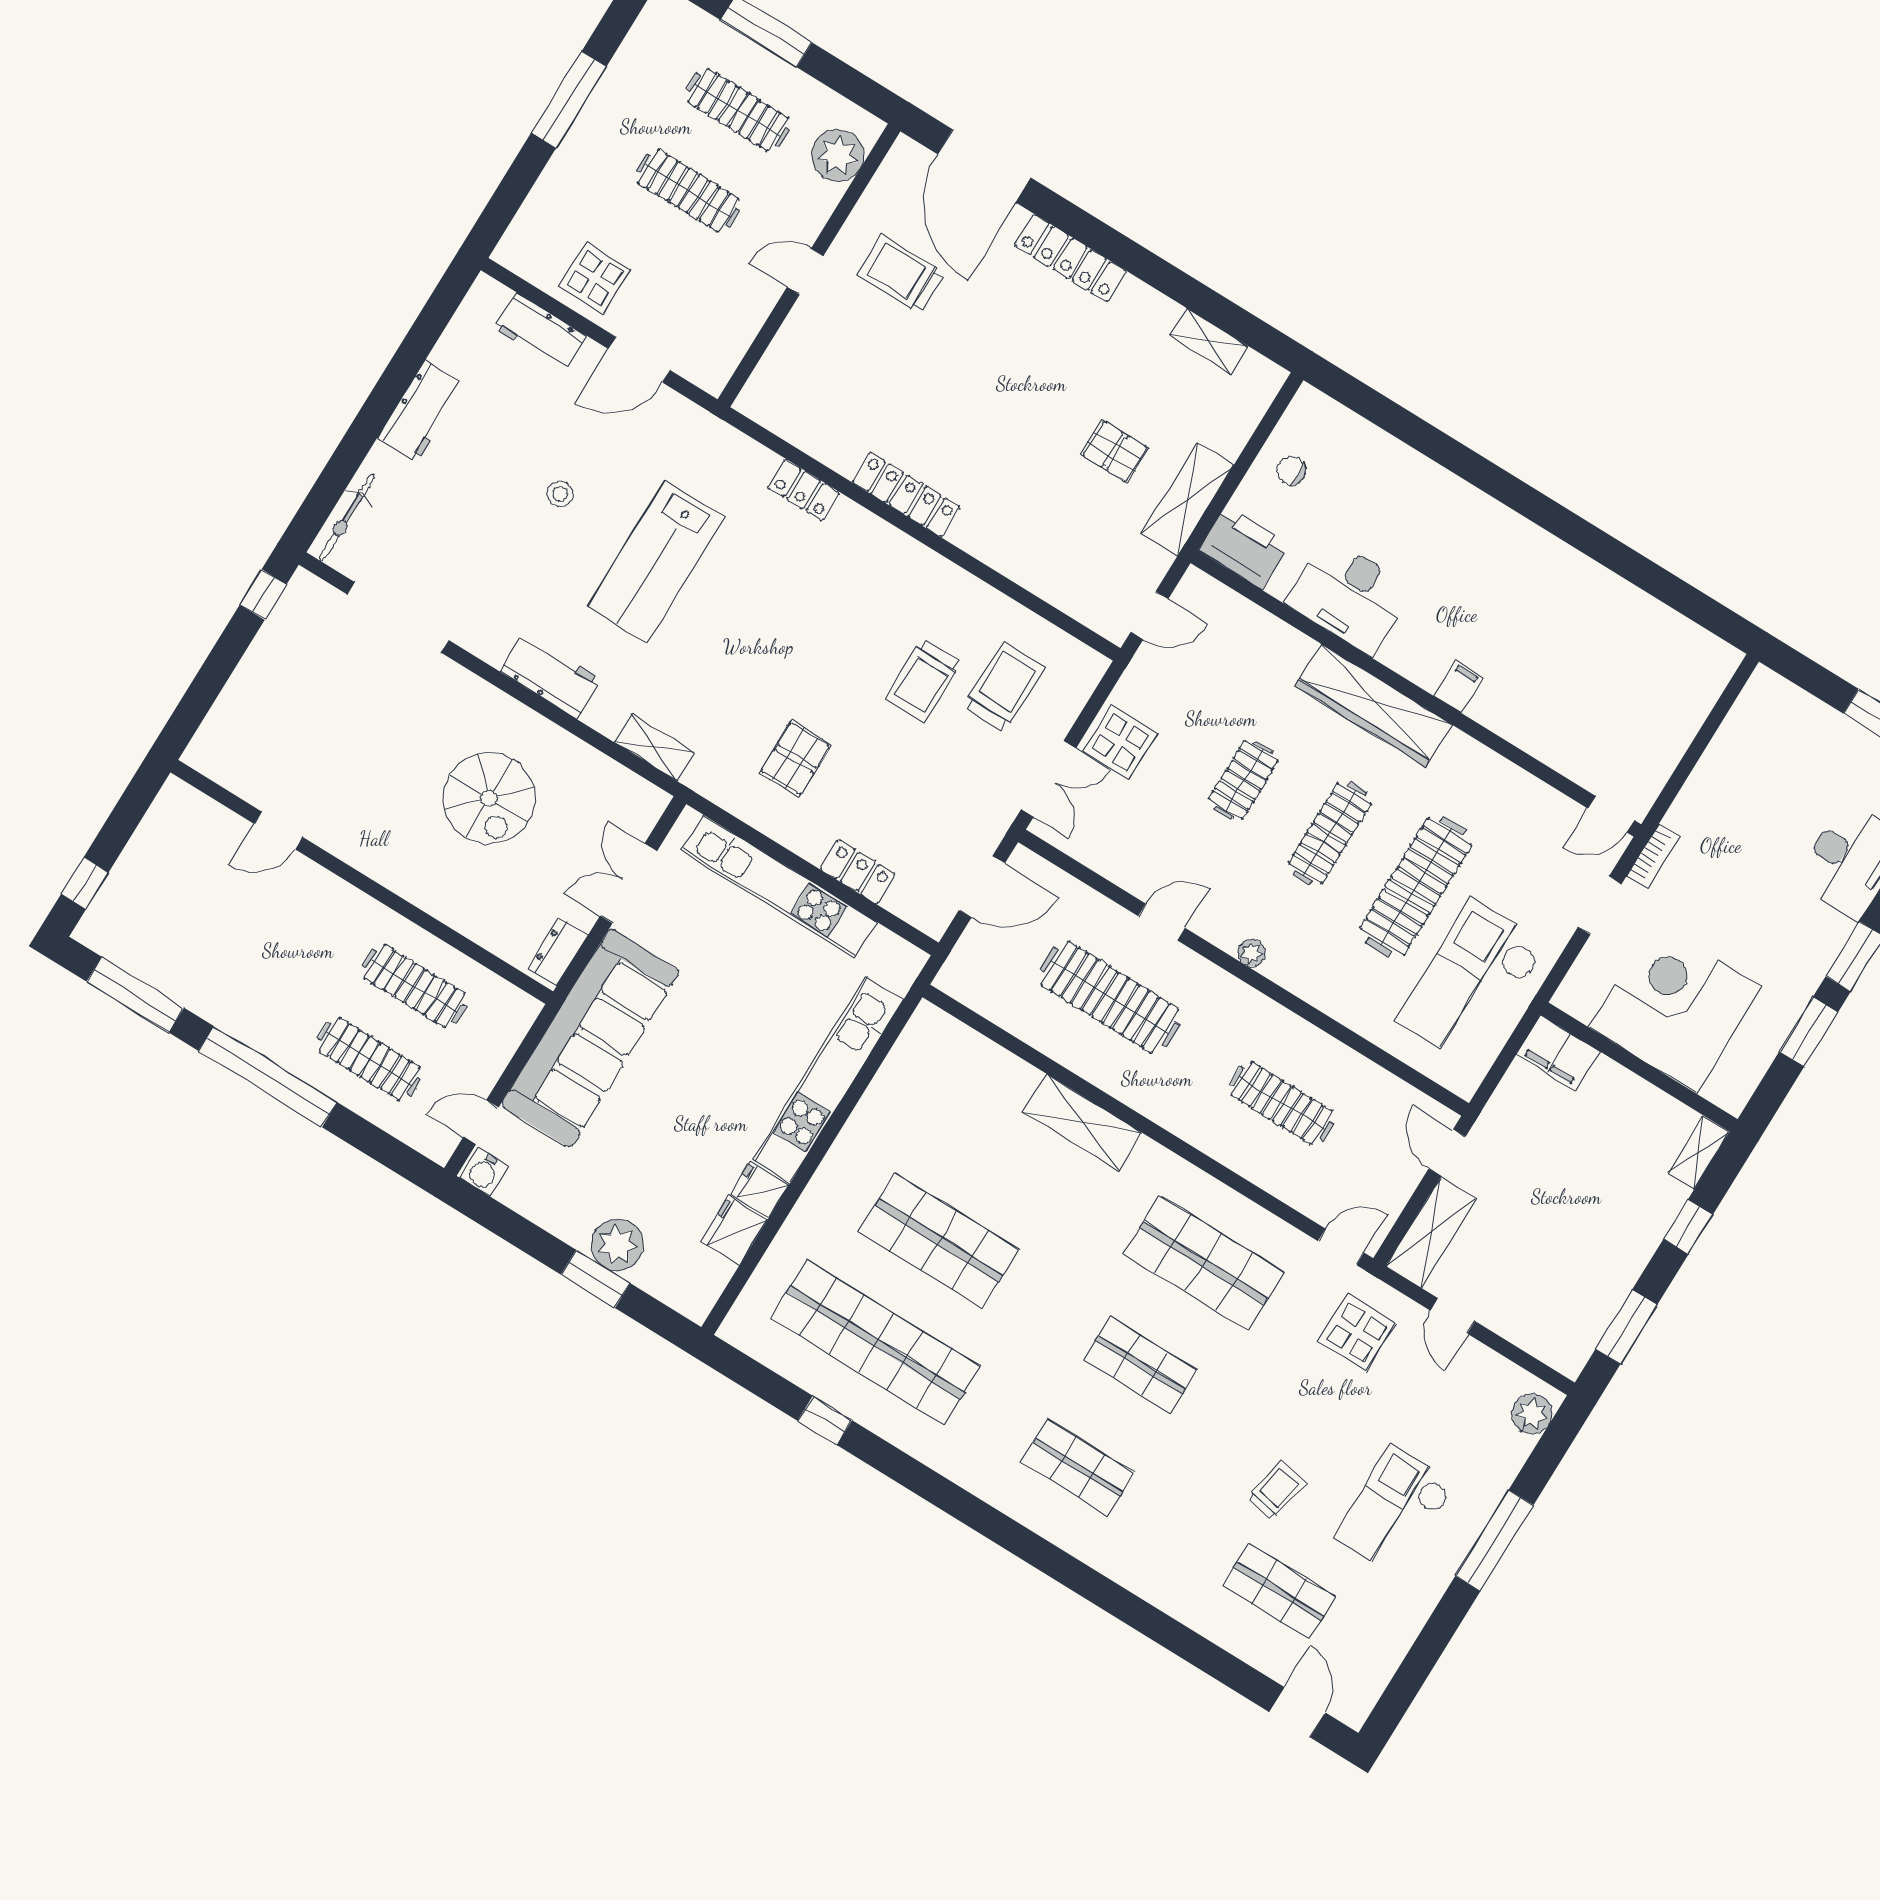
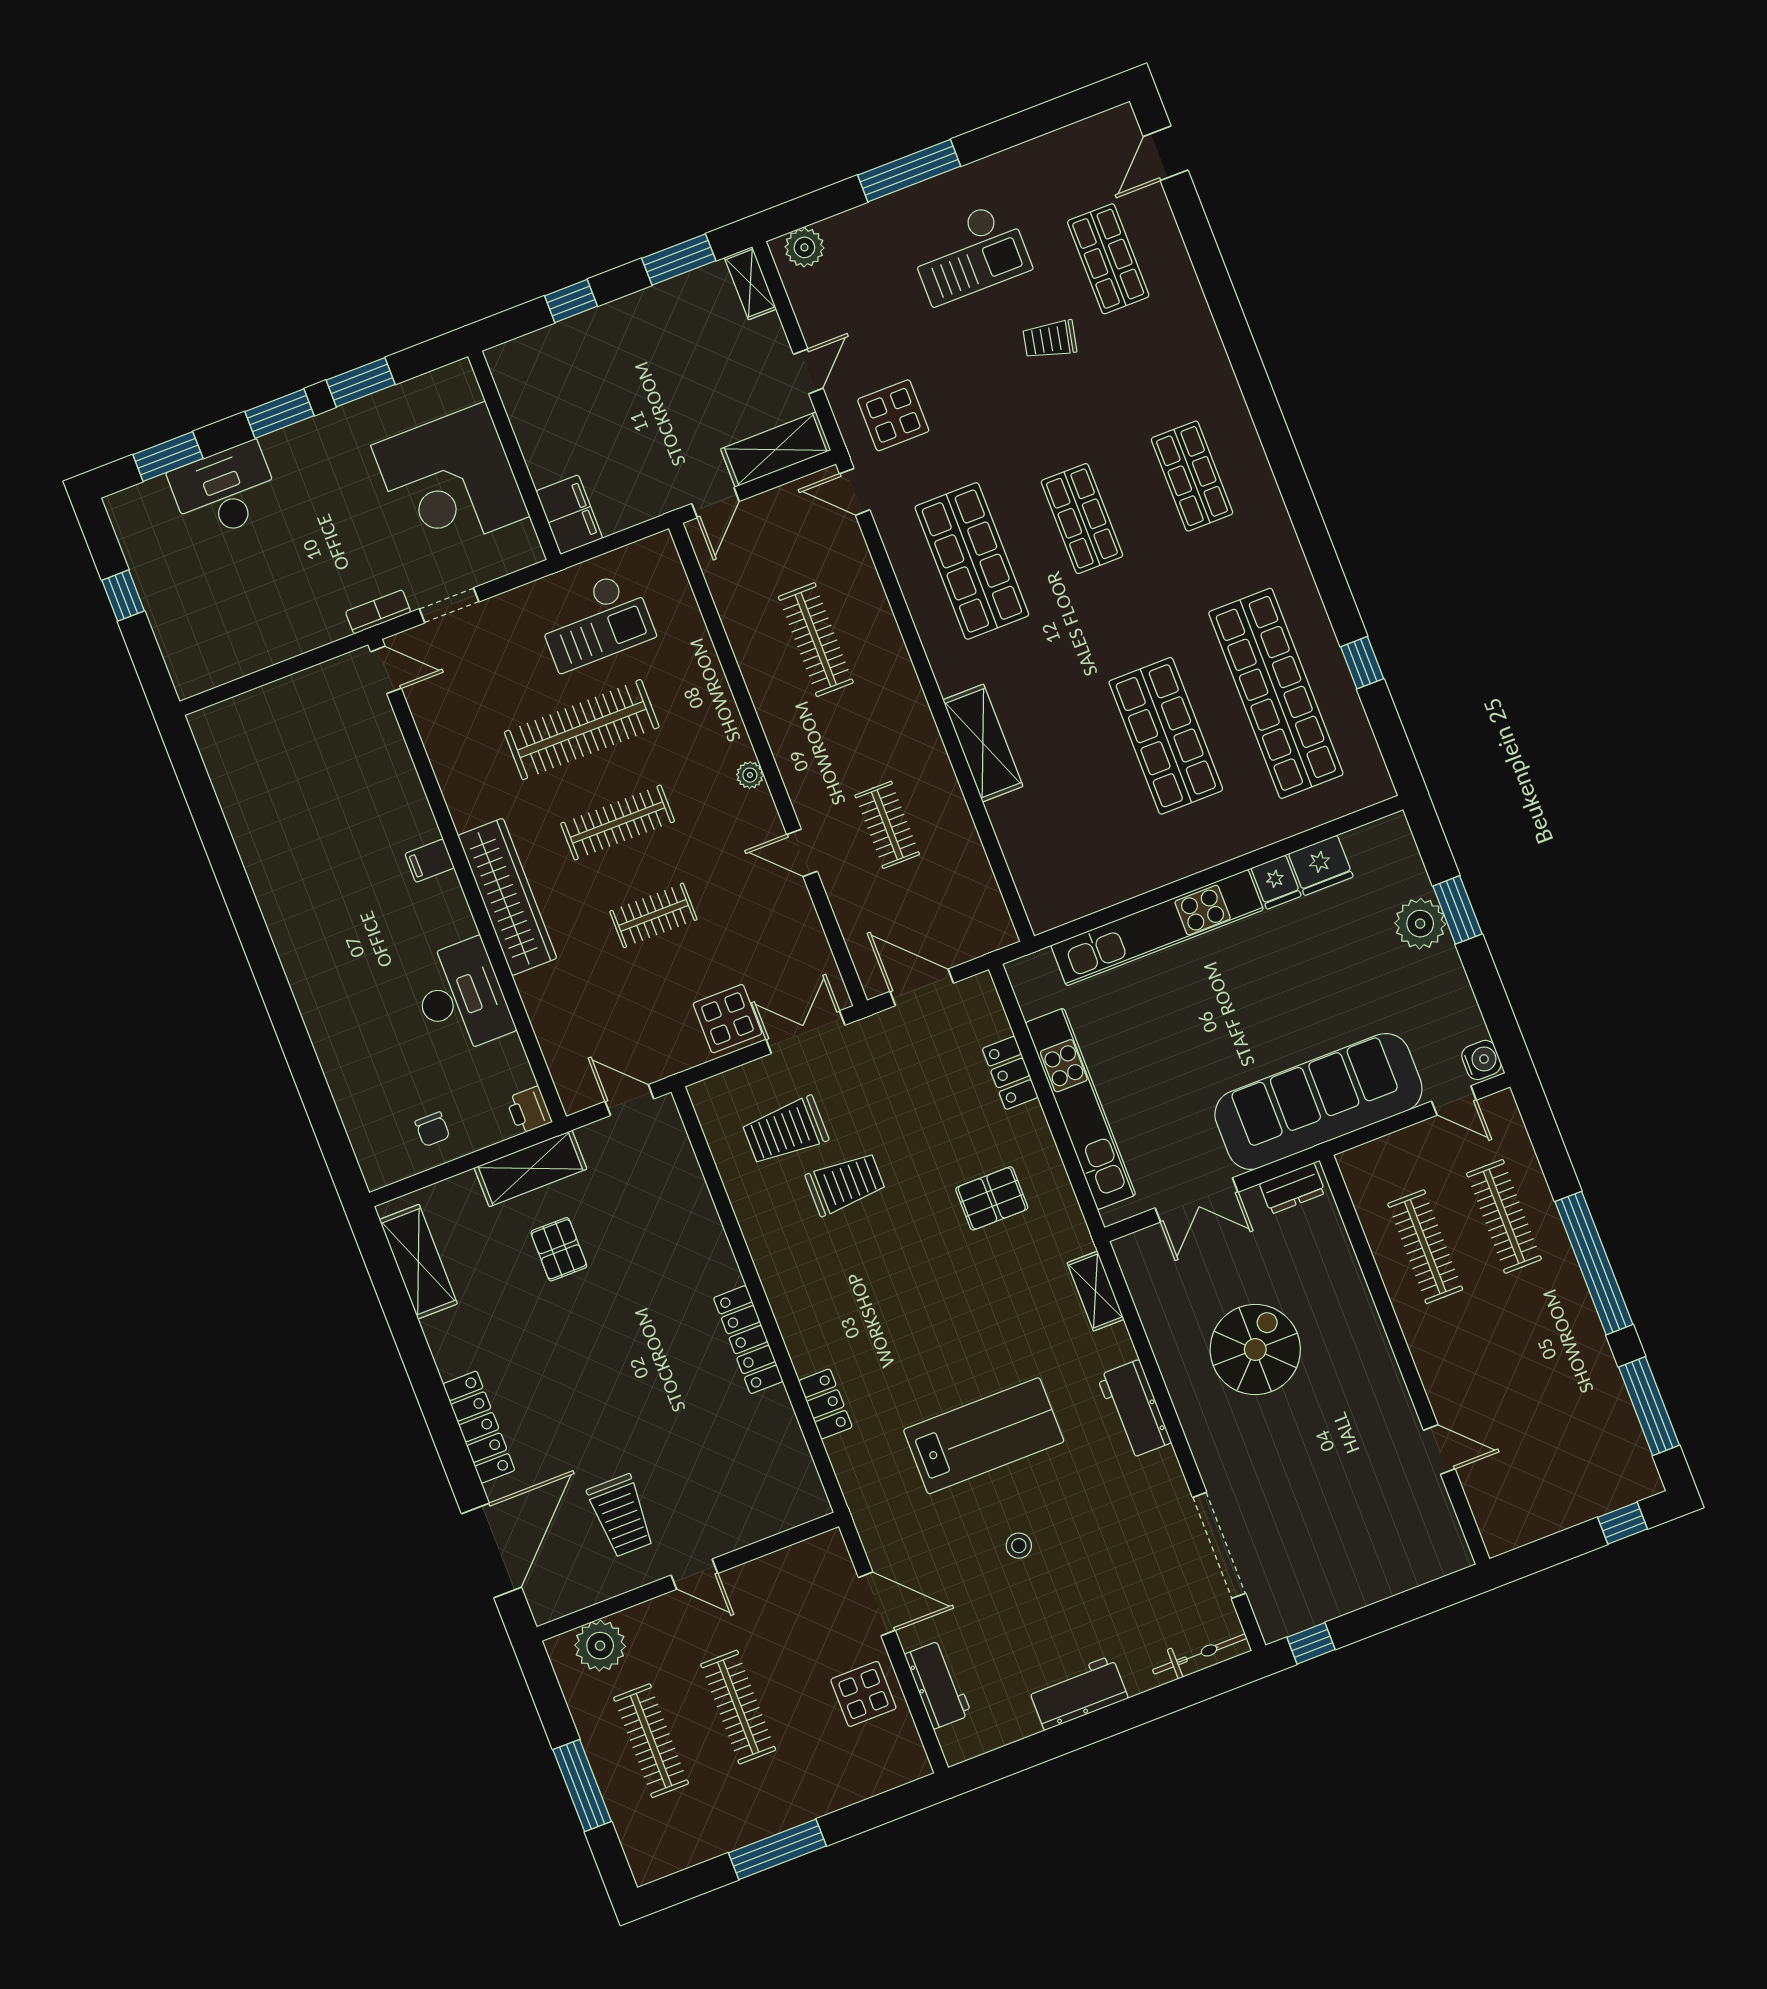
shelving: (1209, 341) -> (418, 1262), width x1.50, depth x1.33
printer: (1244, 547) -> (529, 1110), width x0.53, depth x0.68
checkout: (1472, 982) -> (595, 621), width x0.73, depth x0.83
clothes rail: (1110, 997) -> (887, 825), width x0.54, depth x0.76
shelving: (1699, 1153) -> (750, 283), moved, turned 90

